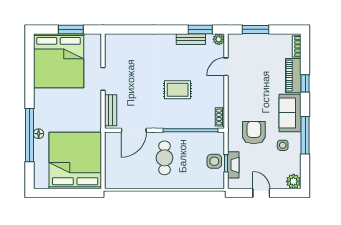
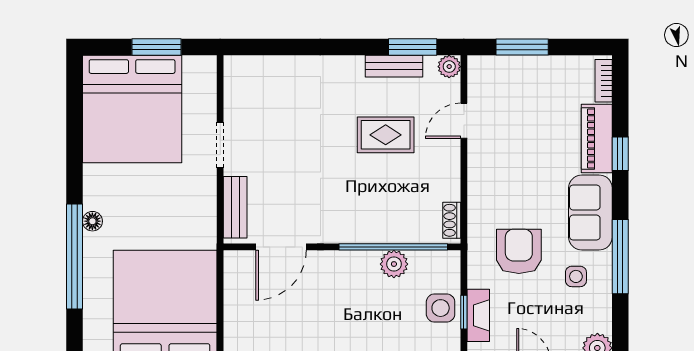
rug: (178, 90) -> (386, 135), moved
floor lamp: (39, 134) -> (92, 221), moved
plant: (191, 139) -> (394, 264), added
cafe table: (164, 158) -> (342, 301), removed

